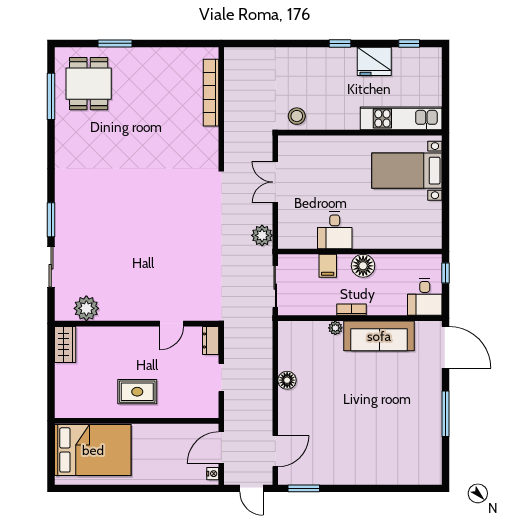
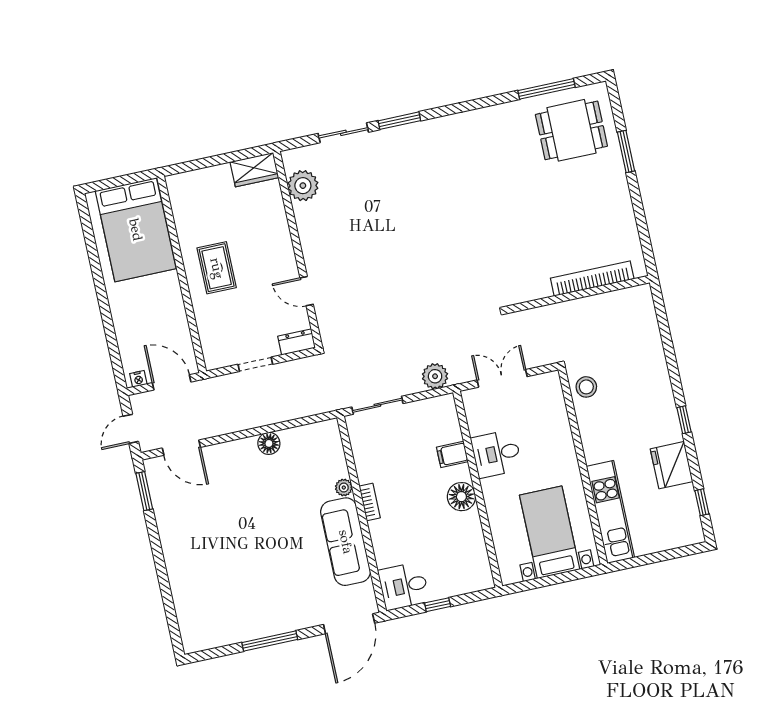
desk: (335, 230) -> (496, 454), moved
wall: (360, 252) -> (478, 489), moved
filing cabinet: (328, 266) -> (452, 454), moved
floor lamp: (363, 266) -> (461, 497), moved

